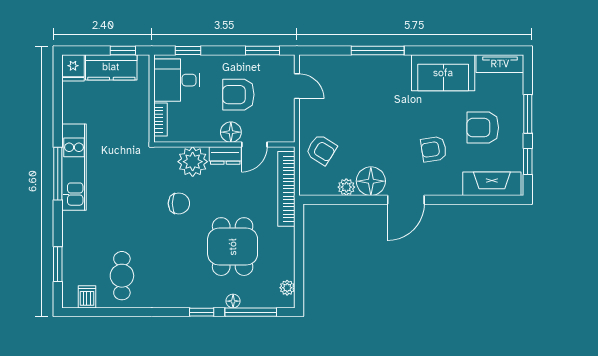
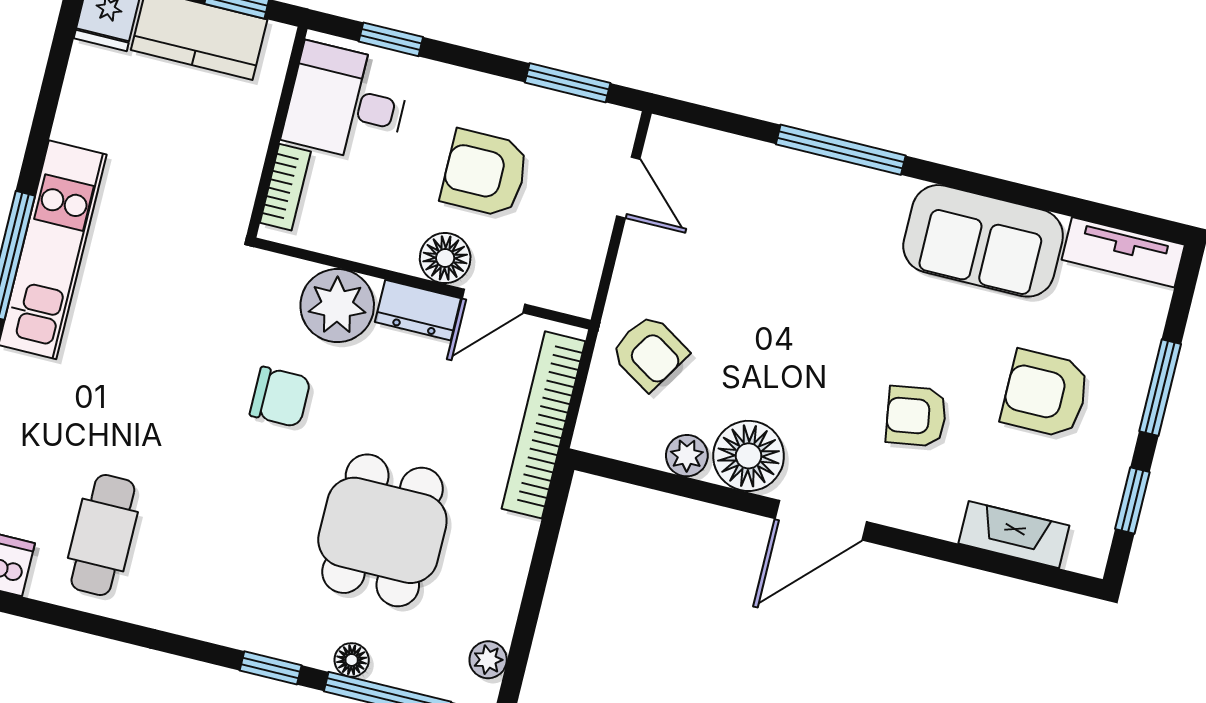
fireplace: (492, 184) -> (1014, 535), width x0.73, depth x0.76

